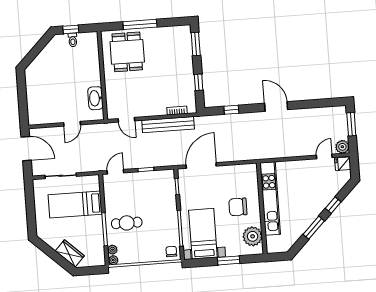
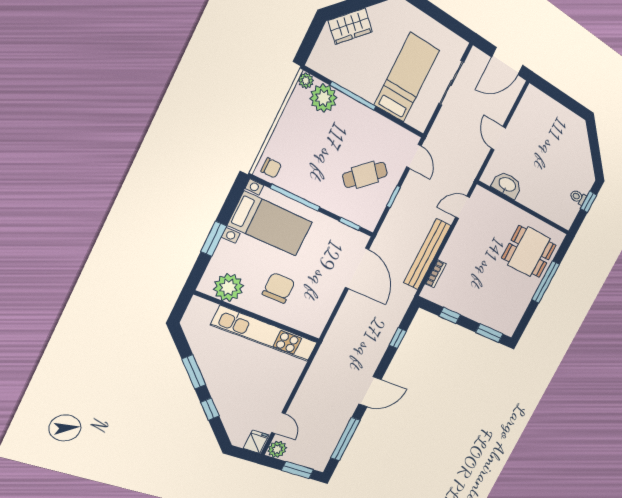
window: (316, 104) -> (345, 439), added
cafe table: (127, 223) -> (365, 175), moved, turned 48
plant: (112, 250) -> (323, 98), width x1.88, depth x1.88

